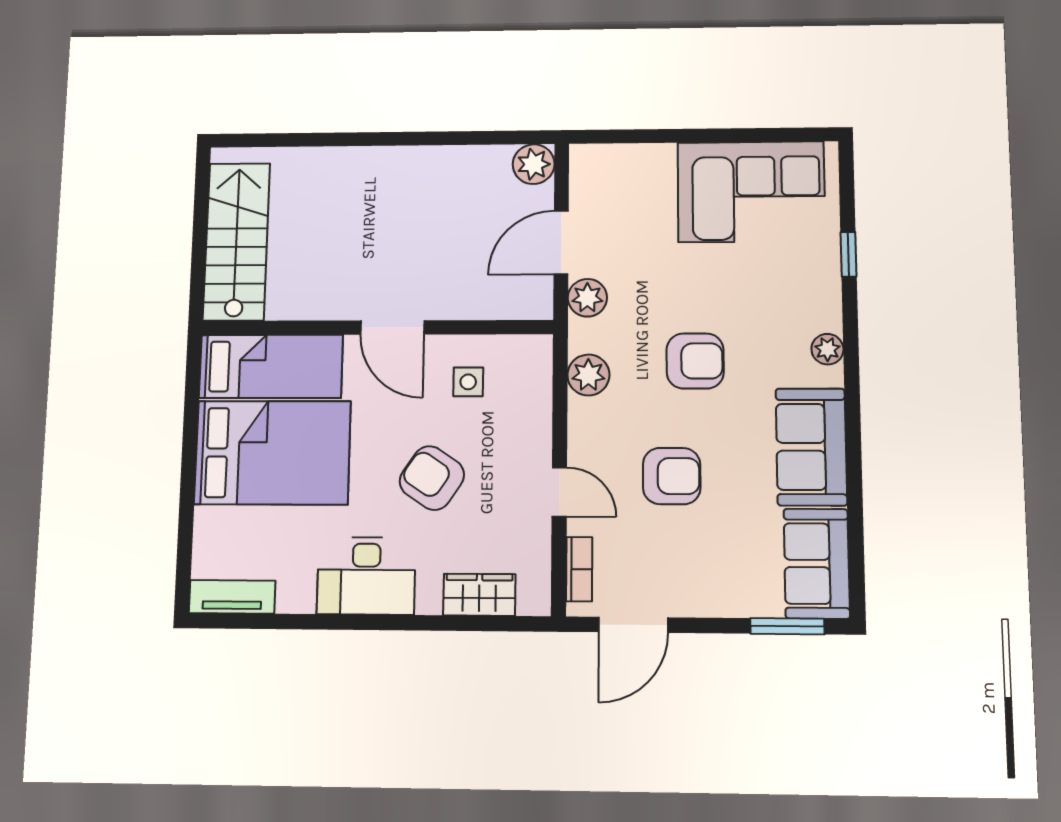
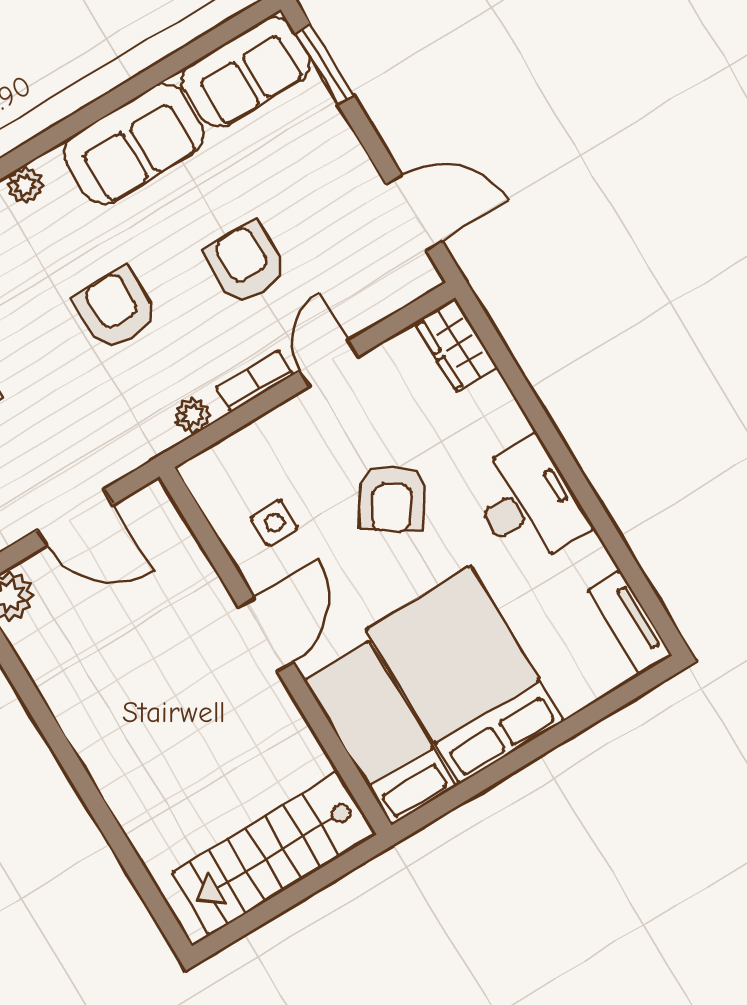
plant: (587, 298) -> (116, 456), removed
plant: (588, 375) -> (192, 415), width x0.73, depth x0.73
bookcase: (579, 569) -> (255, 381), moved
wardrobe: (479, 595) -> (456, 345), moved

